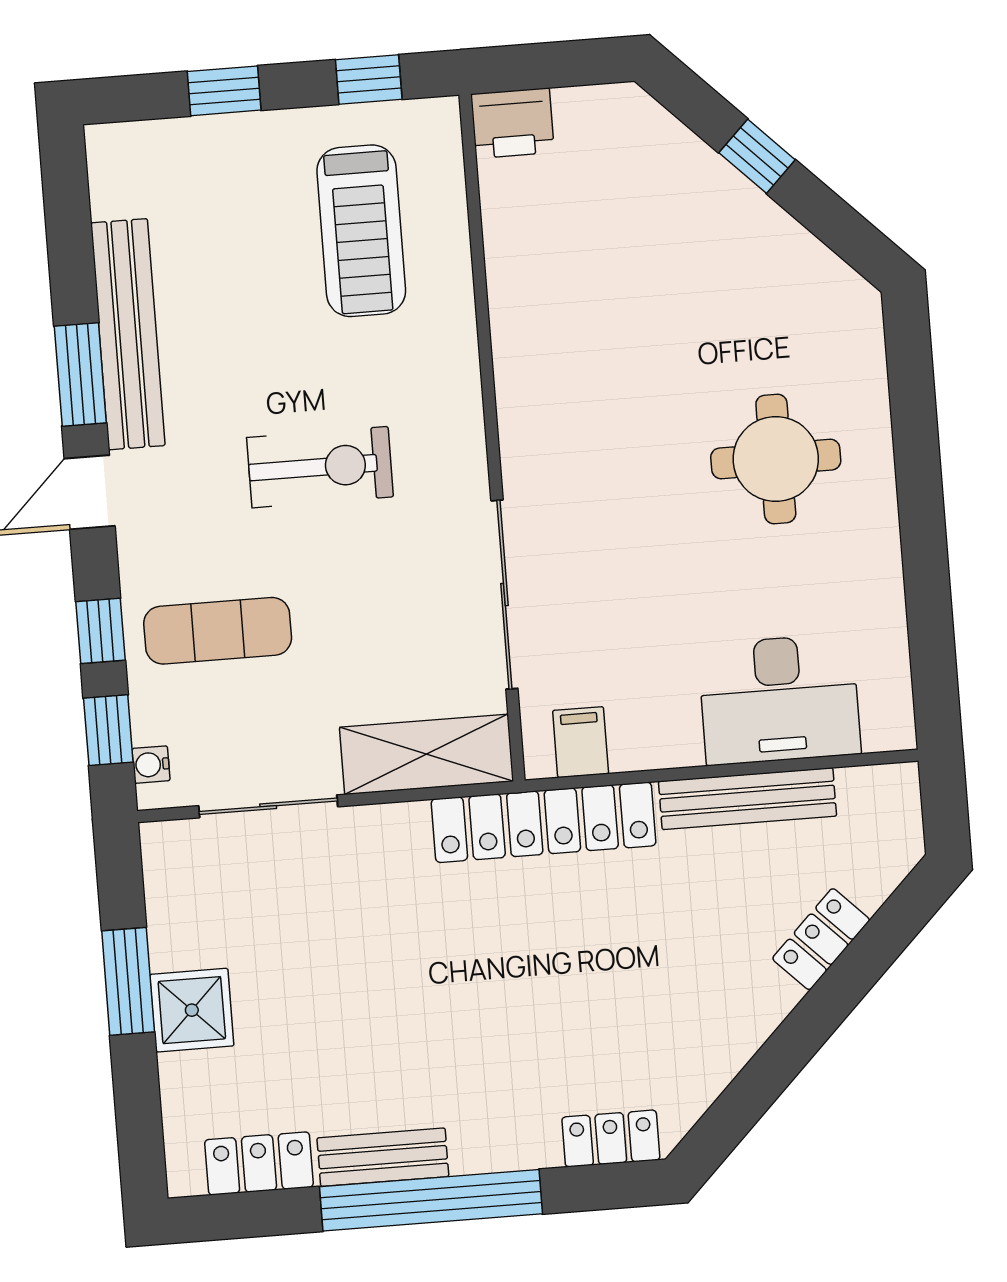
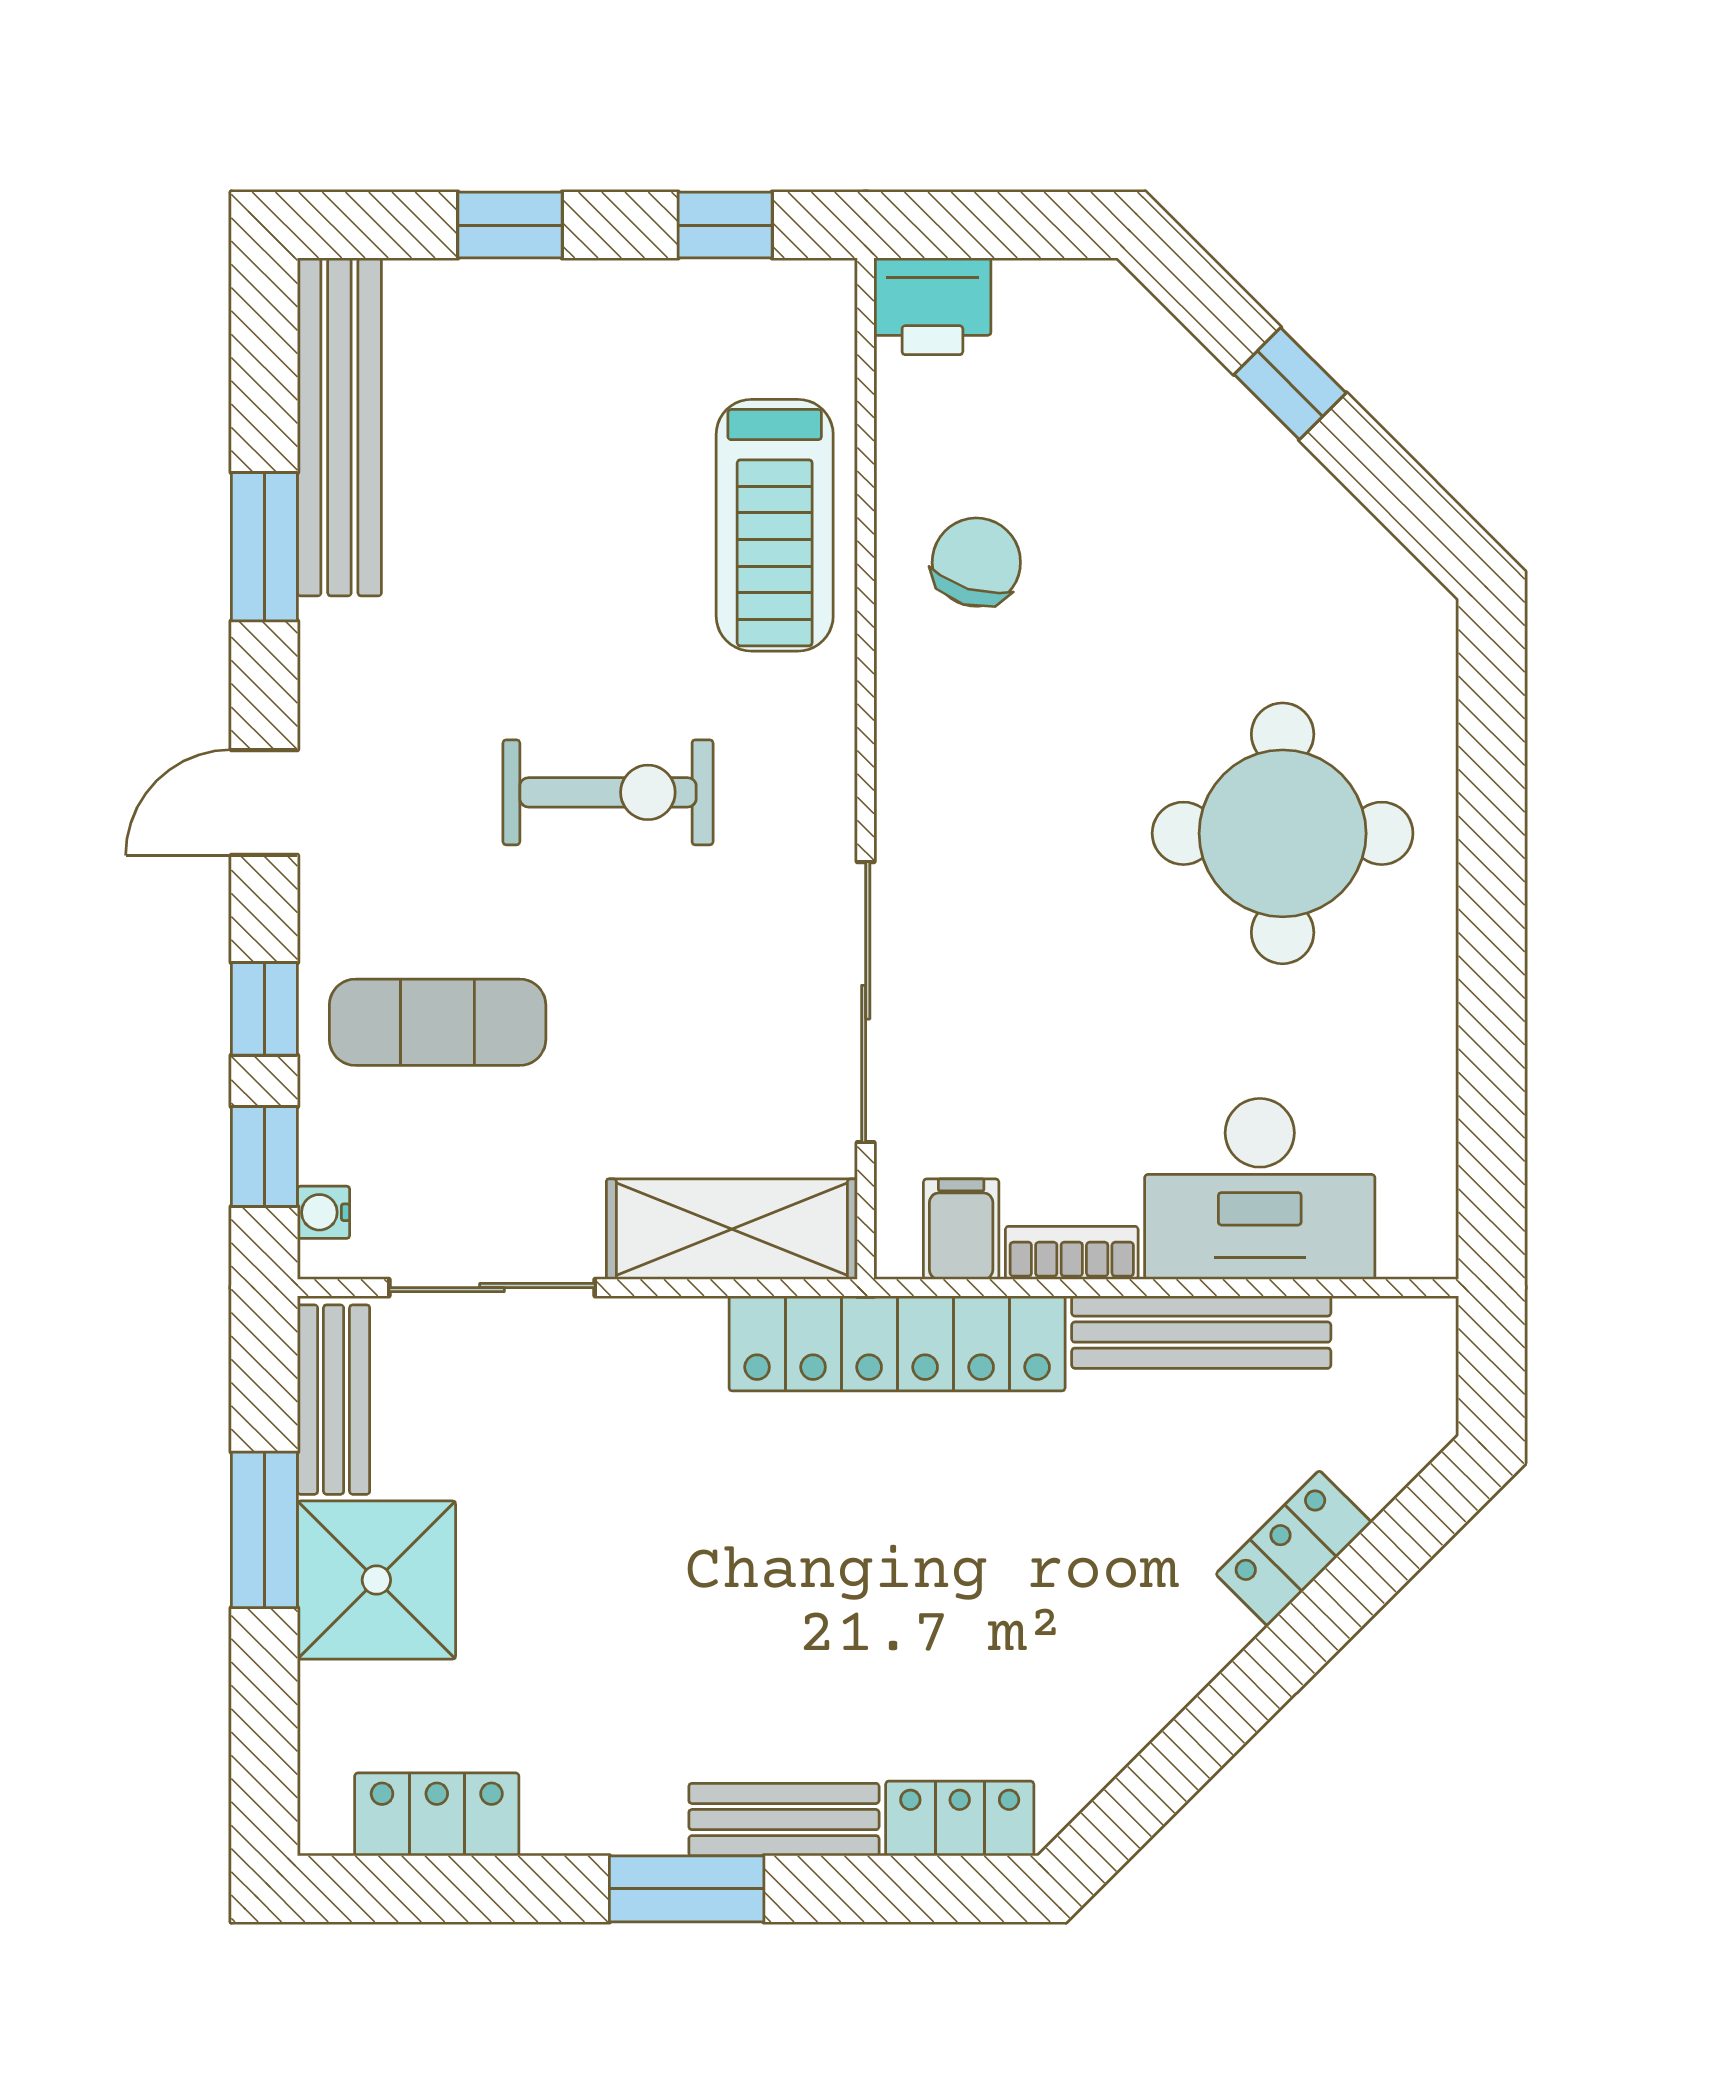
treadmill: (361, 231) -> (775, 525), moved
chair: (555, 293) -> (976, 562), added
bench: (128, 334) -> (339, 427), moved
window: (80, 374) -> (264, 547), moved
round table: (776, 459) -> (1283, 833), width x1.36, depth x1.36
bookcase: (656, 752) -> (1072, 1253), added
bench: (168, 890) -> (334, 1400), added
shower: (192, 1010) -> (376, 1580), width x1.36, depth x1.36
bench: (383, 1157) -> (784, 1820), moved
window: (431, 1200) -> (687, 1889), width x0.47

